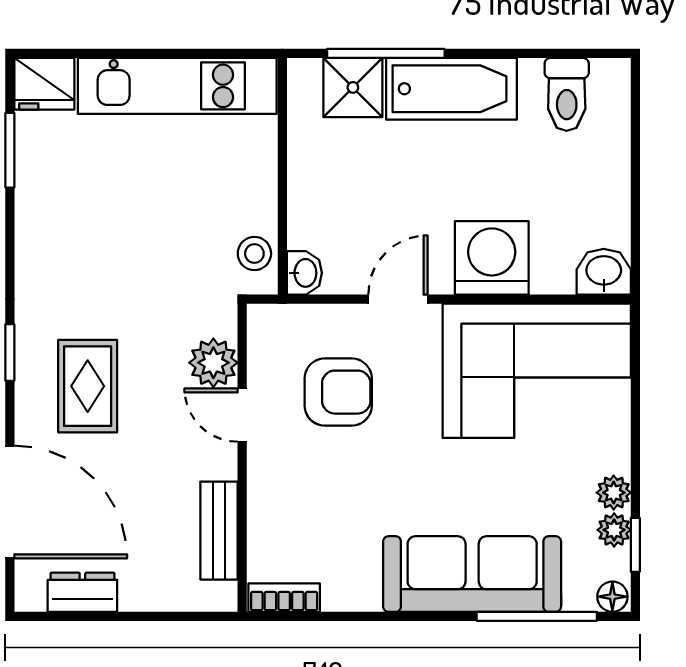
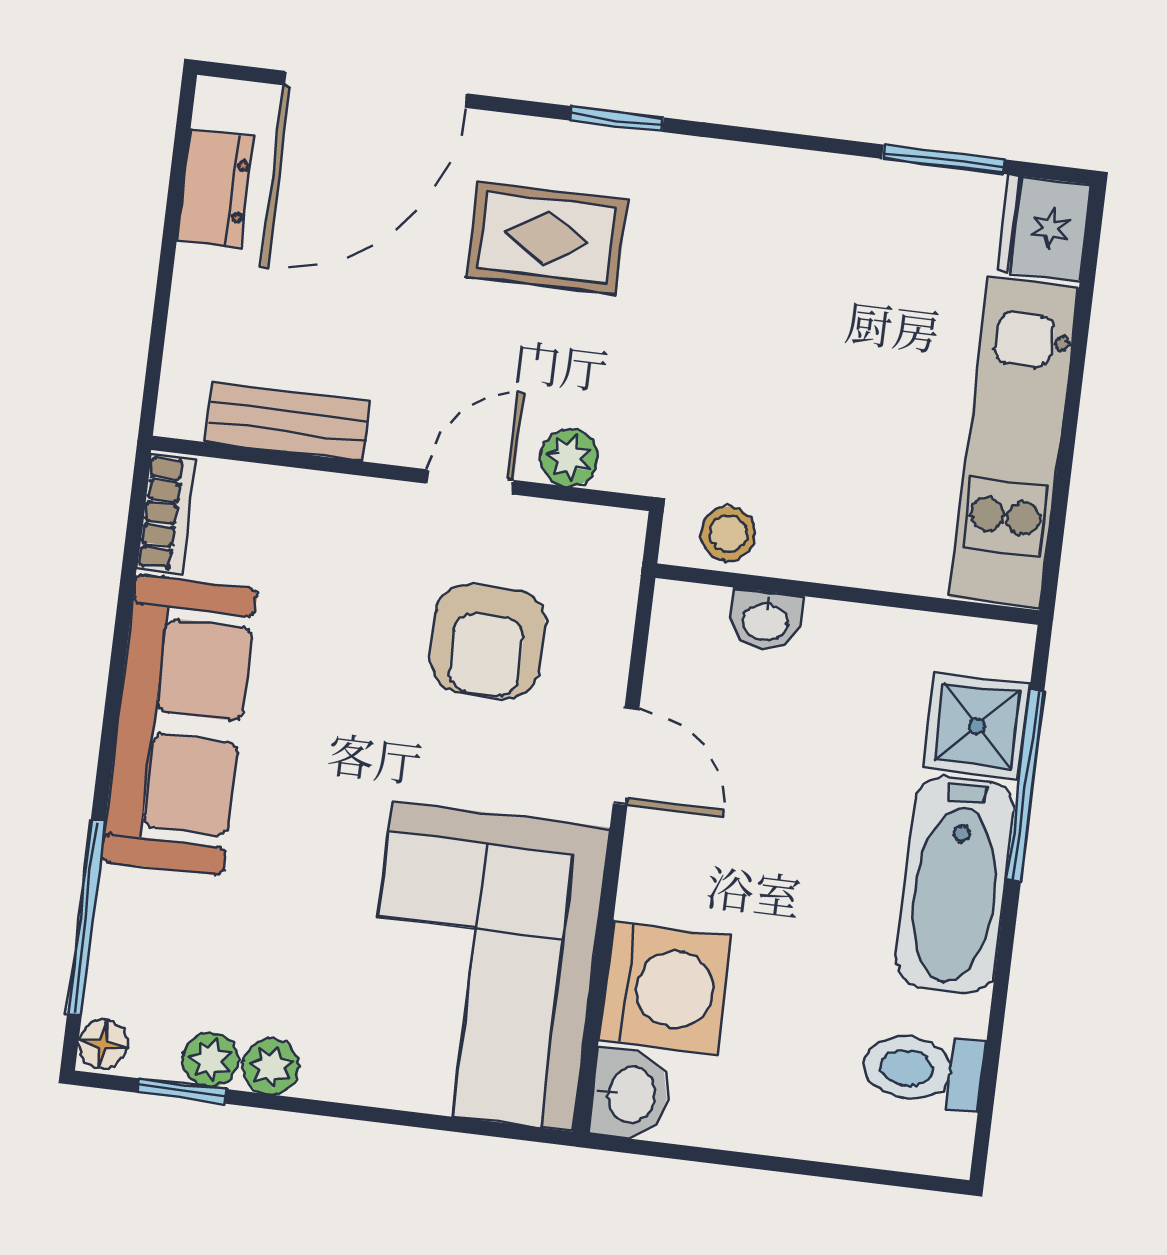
washing machine: (492, 258) -> (665, 988), moved
washbasin: (304, 273) -> (765, 620), moved
plant: (213, 363) -> (569, 458), width x0.73, depth x0.73
sofa: (472, 574) -> (179, 725), moved

